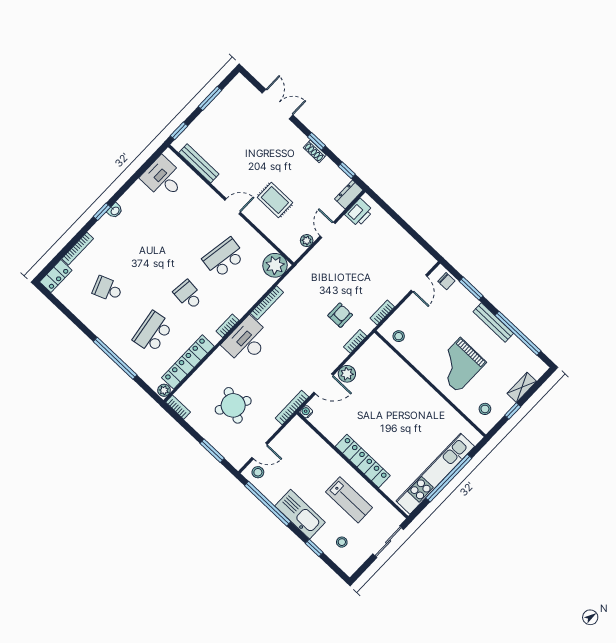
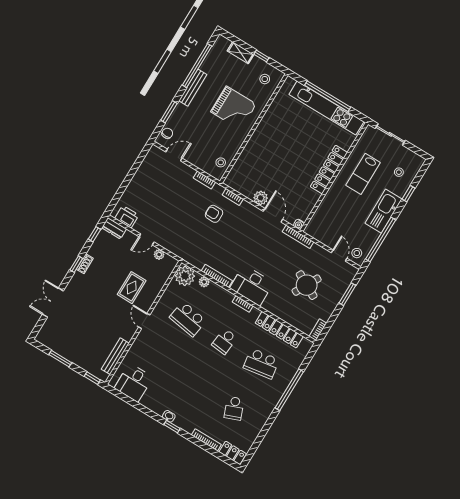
plant: (164, 390) -> (204, 282), moved
lab bench: (349, 500) -> (363, 174), turned 180

